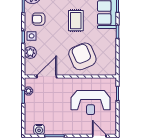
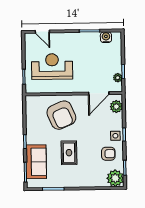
plant: (30, 53) -> (116, 107), moved

